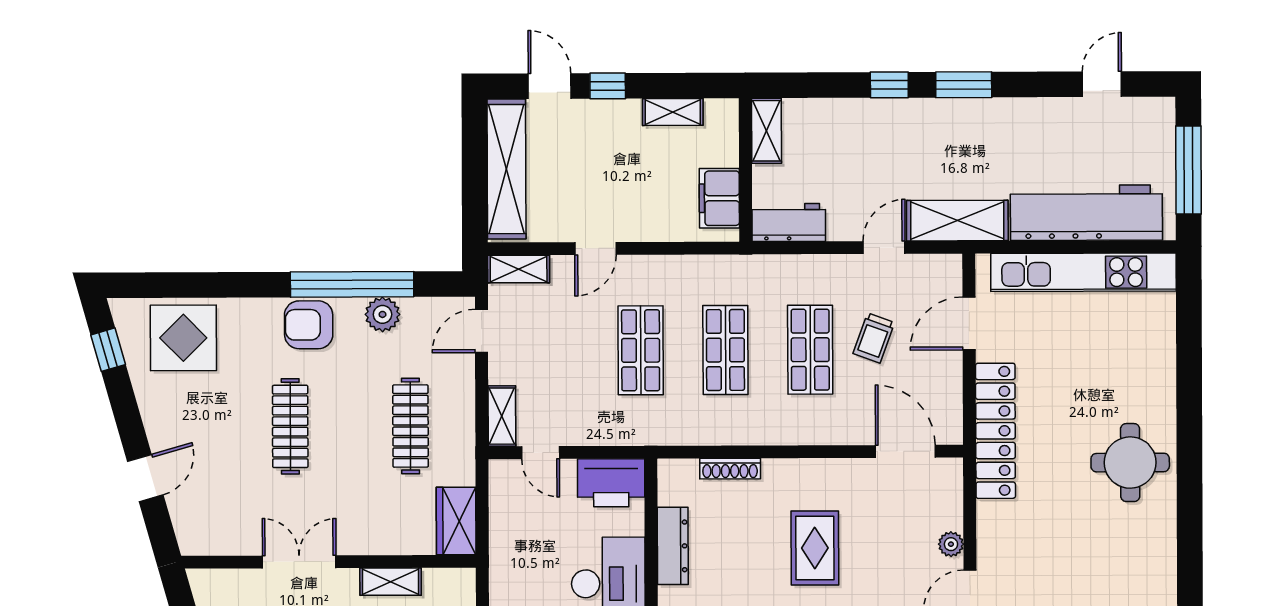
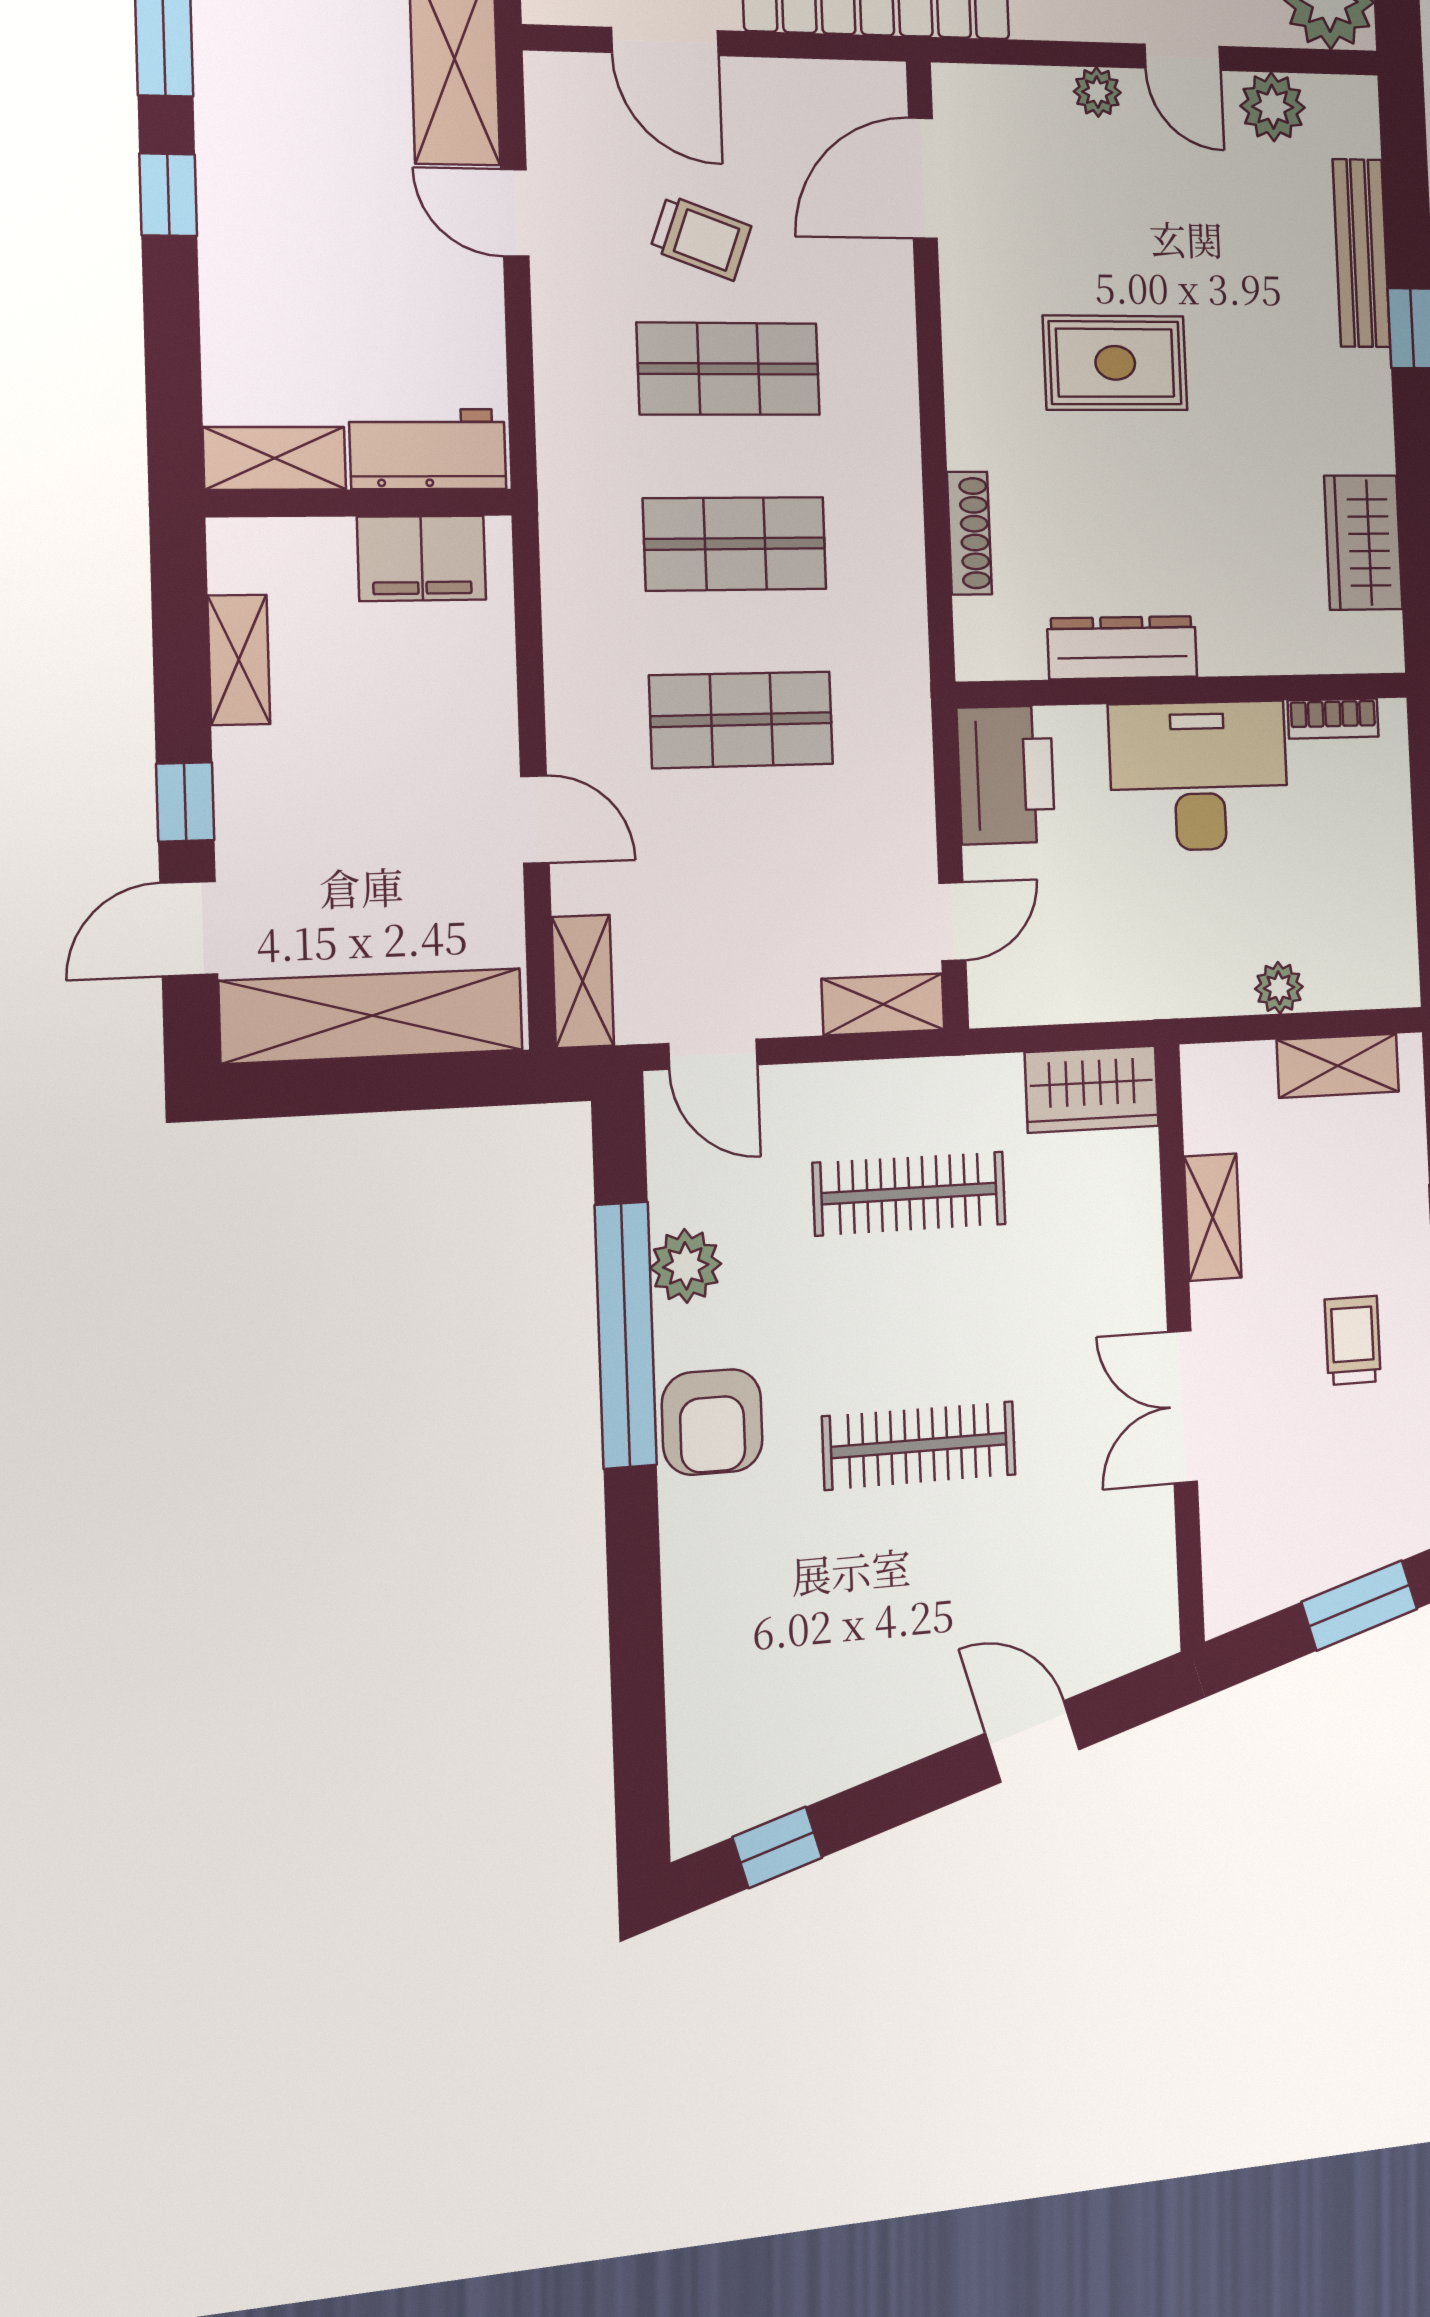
workbench: (789, 222) -> (428, 449), moved, turned 90
display table: (183, 338) -> (748, 1688), removed

